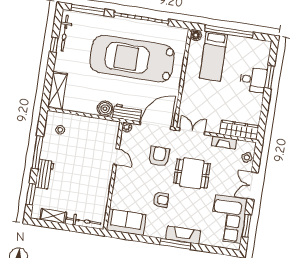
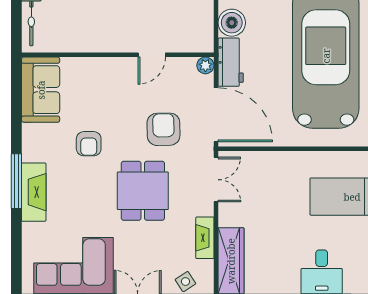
armchair: (159, 156) -> (163, 129), turned -91

